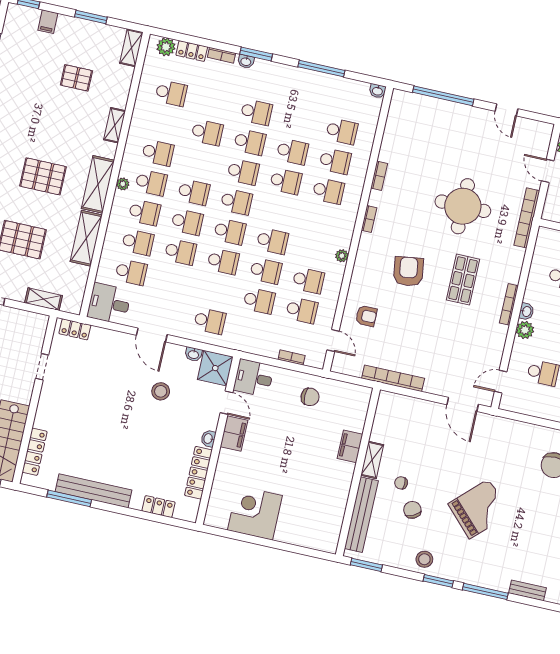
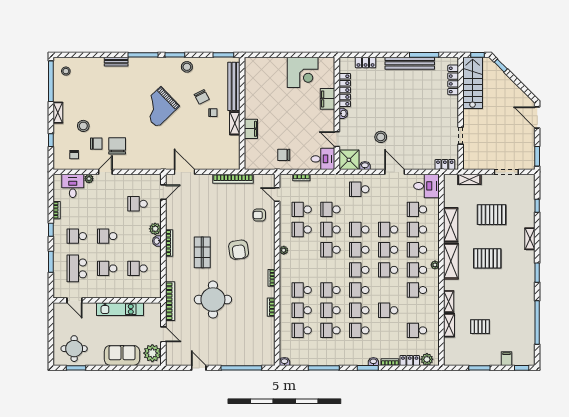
shelving: (131, 48) -> (449, 325), moved
school desk: (299, 122) -> (330, 330), added
filing cabinet: (234, 434) -> (327, 99), moved

